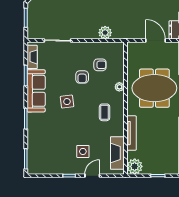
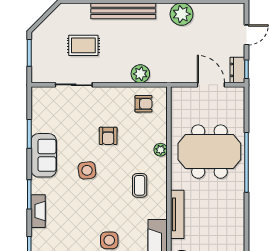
rug: (64, 12) -> (83, 45), added
fireplace: (32, 57) -> (38, 211), moved
armchair: (100, 65) -> (143, 104), moved
sofa: (36, 91) -> (44, 155), width x0.73

